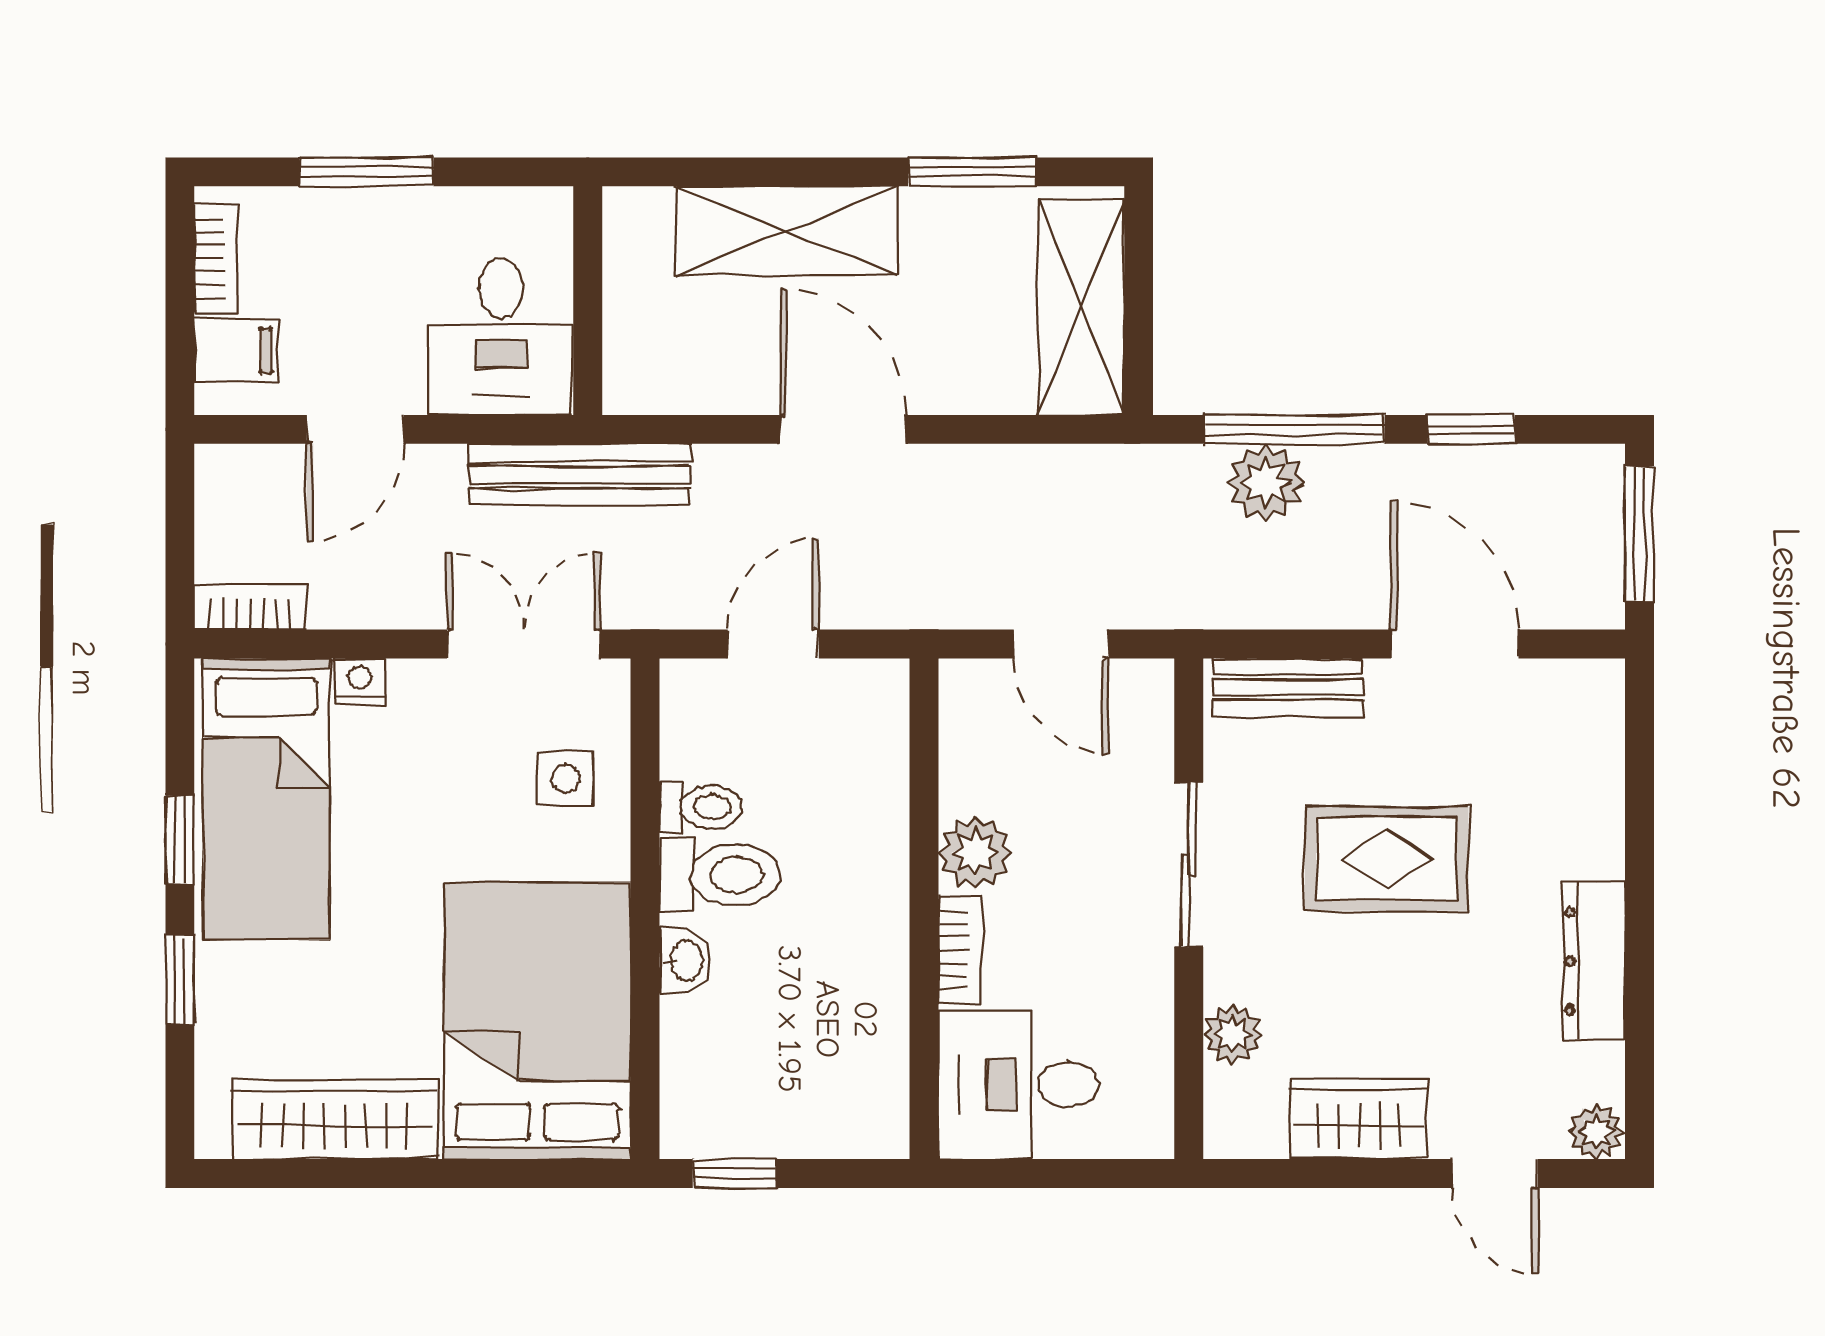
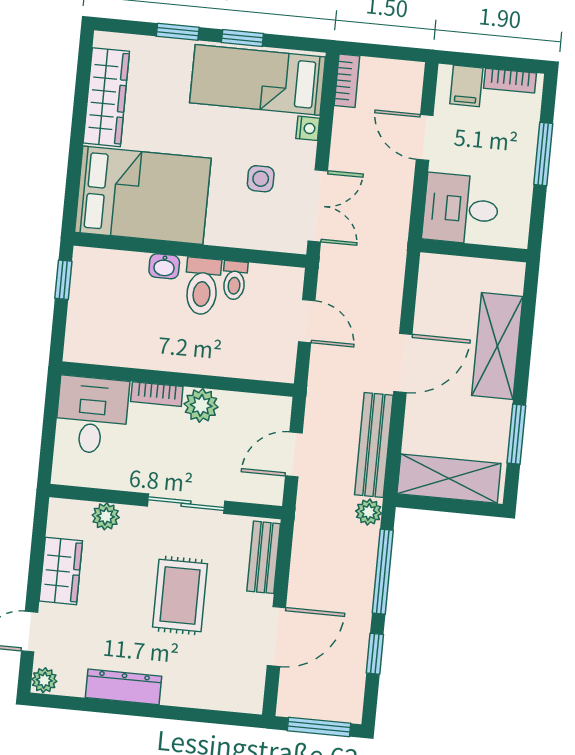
bench: (580, 475) -> (374, 445), moved
plant: (1266, 482) -> (369, 512), moved, width x0.73, depth x0.73
side table: (565, 778) -> (261, 179), moved

